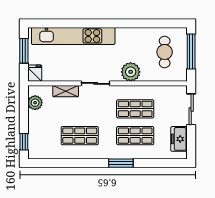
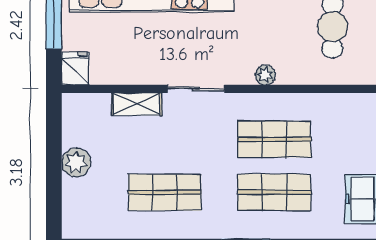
plant: (131, 72) -> (265, 75), width x0.53, depth x0.53
plant: (35, 103) -> (76, 163), moved
window: (24, 142) -> (54, 205), removed

